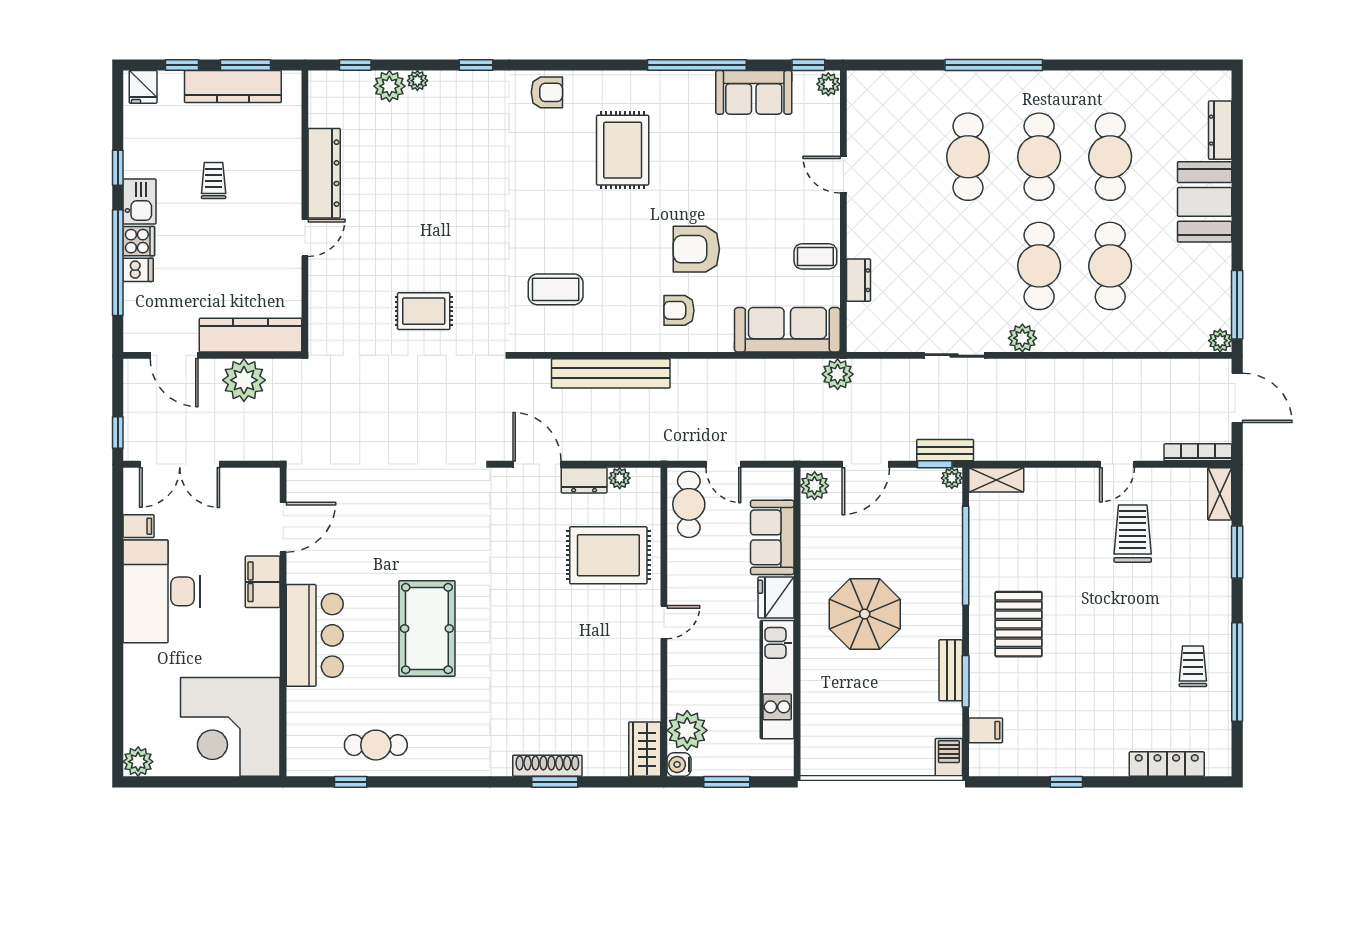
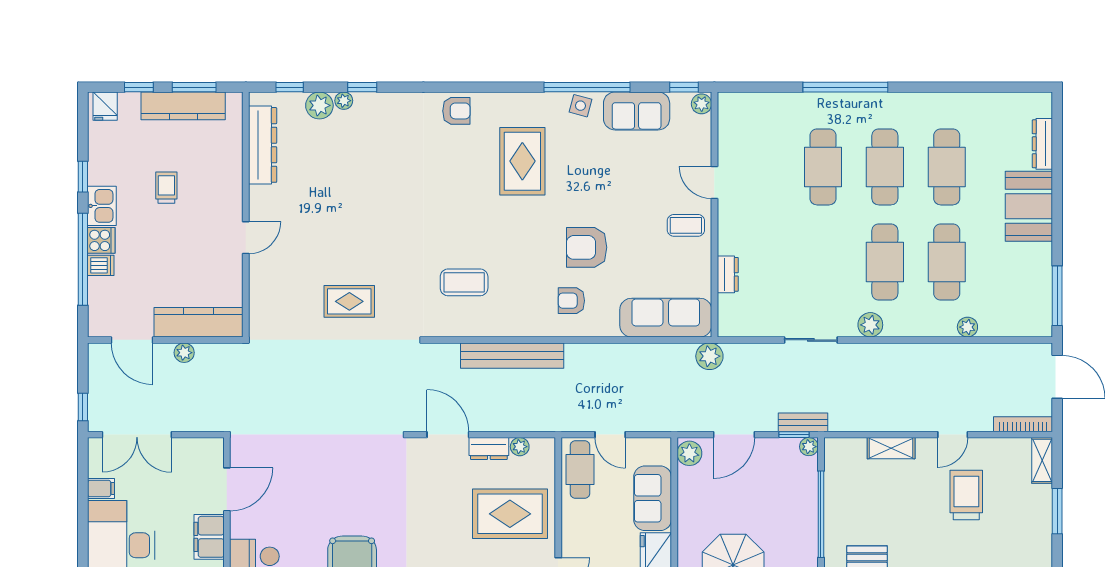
window: (476, 65) -> (362, 87), moved
side table: (689, 86) -> (580, 106), added
dresser: (324, 173) -> (263, 145), moved
coffee table: (815, 256) -> (686, 225), moved
plant: (1220, 341) -> (967, 327), moved
plant: (244, 380) -> (184, 353), width x0.53, depth x0.53
shelving: (996, 480) -> (891, 448), moved

